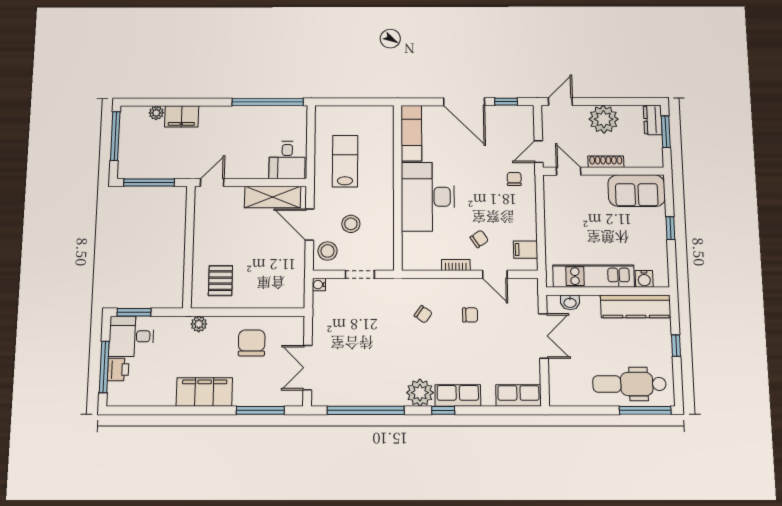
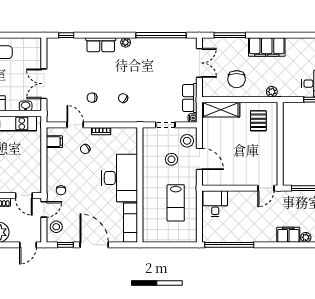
stool: (520, 127) -> (56, 227), added
shelving: (273, 197) -> (221, 110), moved
plant: (420, 393) -> (126, 42), width x0.53, depth x0.53
row of seats: (518, 396) -> (190, 98), moved, turned 90
window: (443, 410) -> (66, 35), moved

